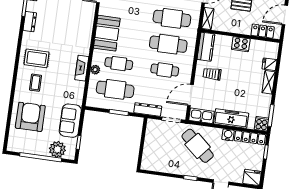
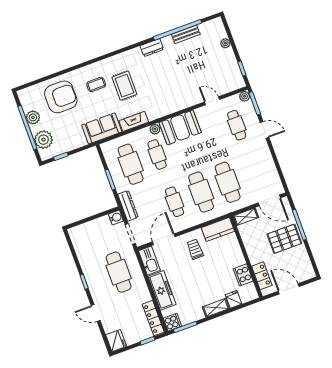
cooker: (241, 44) -> (243, 275), moved
rug: (37, 58) -> (124, 86), moved
plant: (95, 70) -> (155, 129), moved
door: (190, 95) -> (164, 239), hinge flipped
sofa: (70, 121) -> (102, 128), moved
water cooler: (228, 135) -> (116, 217), moved
cafe table: (198, 146) -> (119, 272), turned -41
plant: (35, 148) -> (33, 117), added

